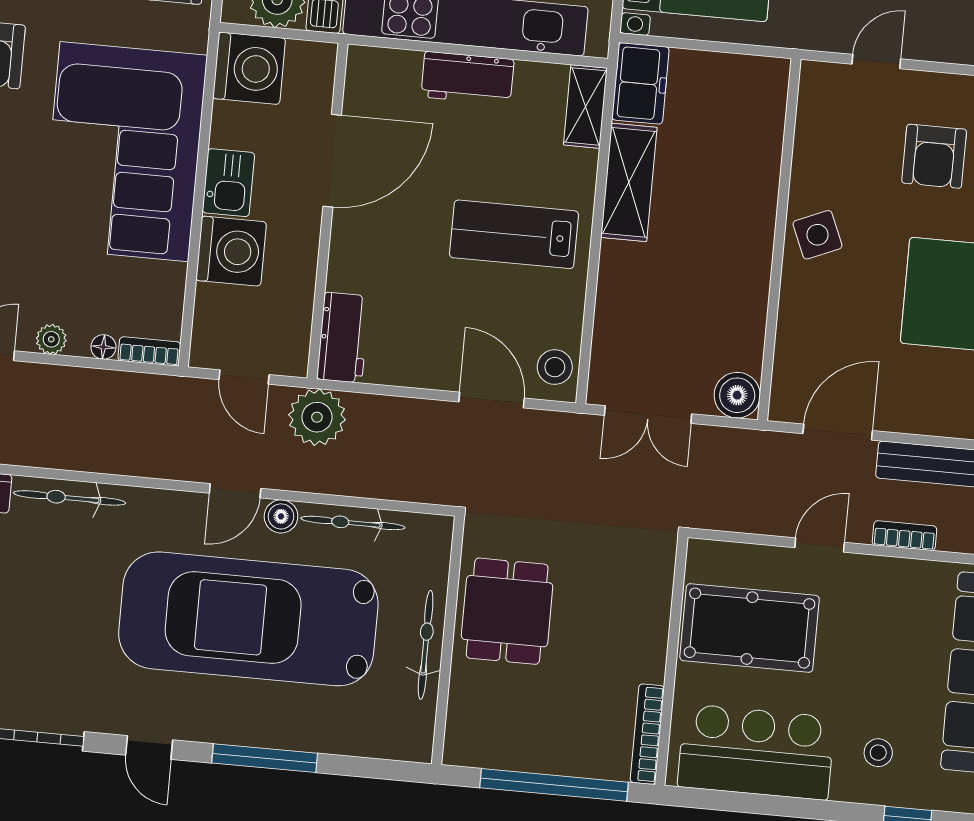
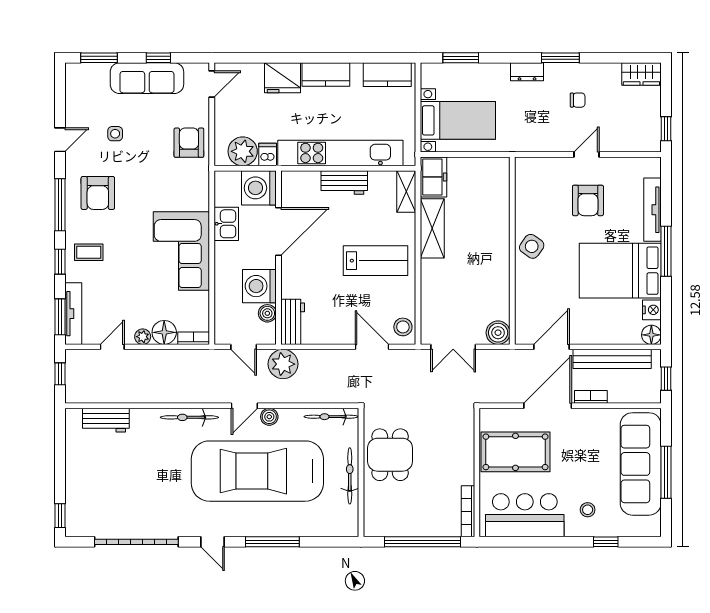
door: (876, 61) -> (587, 154), moved
washing machine: (249, 68) -> (259, 188), moved, turned 180
corner sofa: (124, 152) -> (181, 251), width x0.73, depth x0.74
kitchen sink: (228, 183) -> (226, 224), moved
lab bench: (514, 234) -> (376, 261), turned 180
side table: (818, 235) -> (532, 246), turned -32
washing machine: (231, 251) -> (259, 286), moved, turned 180
boiler: (296, 317) -> (267, 313), added
floor lamp: (103, 347) -> (164, 332), width x1.89, depth x1.89
bicycle: (70, 498) -> (189, 417), moved
bicycle: (353, 523) -> (331, 417), moved
door: (820, 545) -> (548, 406), width x1.88

